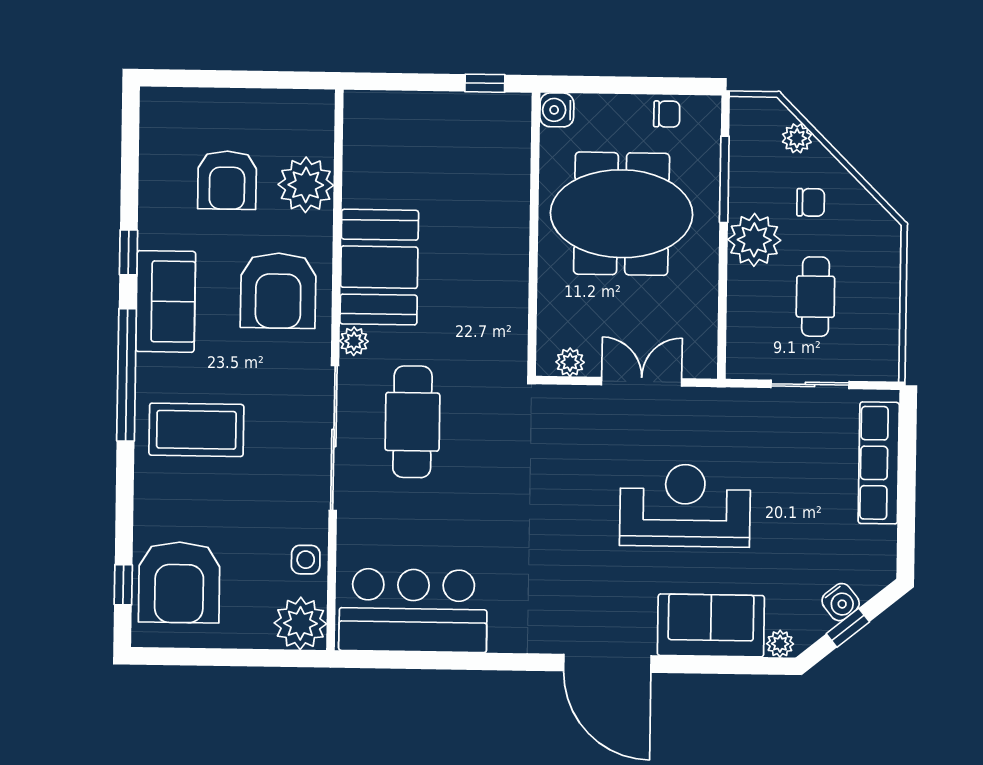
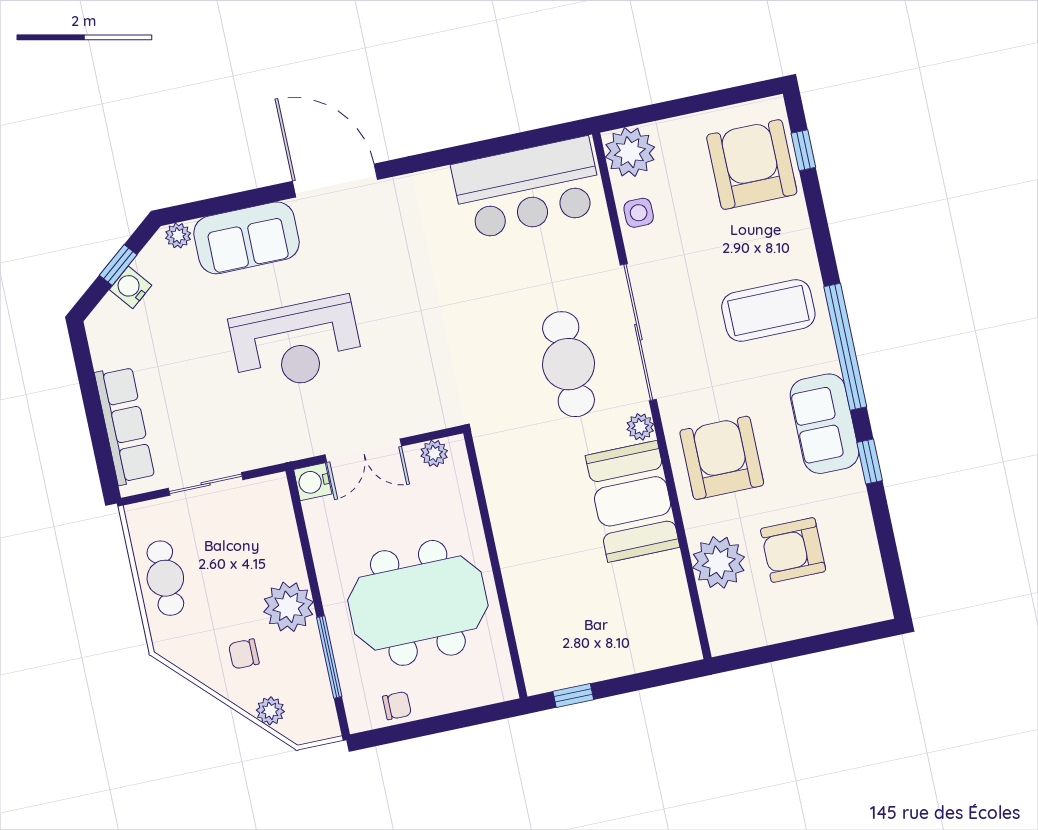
water cooler: (557, 110) -> (313, 482), moved, turned 180
chair: (667, 114) -> (397, 706), turned 180
armchair: (227, 180) -> (793, 550), turned -90
cafe table: (815, 297) -> (165, 578), moved

